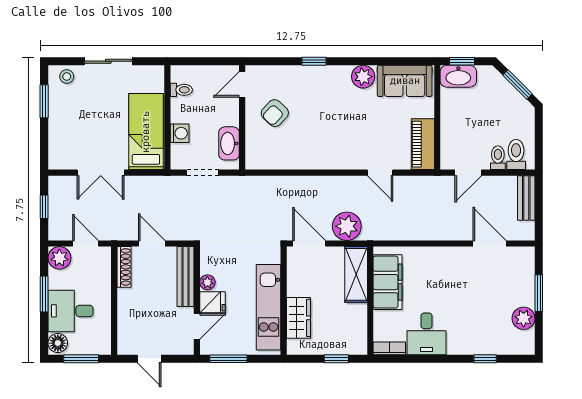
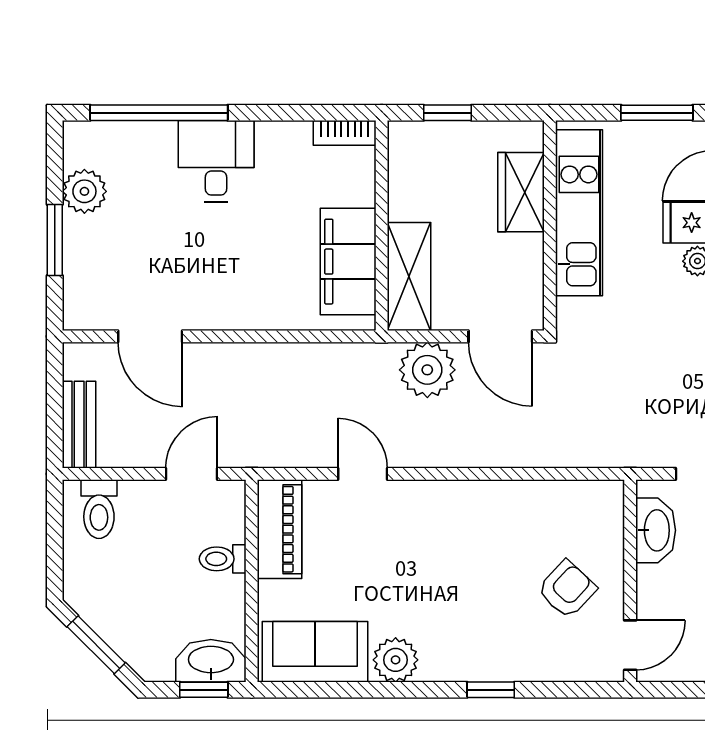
toilet: (498, 158) -> (223, 559), moved, turned 90
desk: (427, 334) -> (216, 161), moved
window: (485, 359) -> (159, 113), width x3.17

